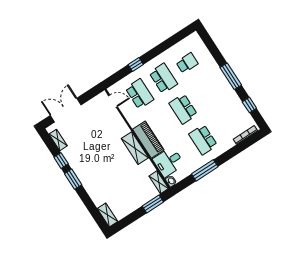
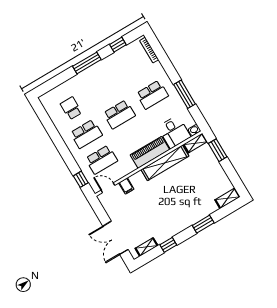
window: (136, 65) -> (81, 179), moved
school desk: (163, 78) -> (86, 134), turned 180
school desk: (139, 94) -> (102, 160), turned 180
door: (113, 101) -> (108, 188), hinge flipped
filing cabinet: (115, 118) -> (126, 186), added
shelving: (135, 148) -> (165, 163), width x1.47
window: (73, 179) -> (203, 224), moved

